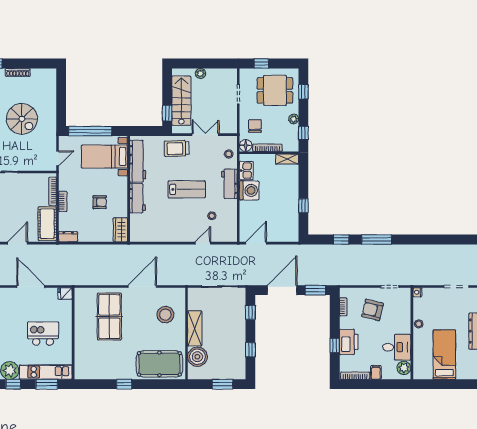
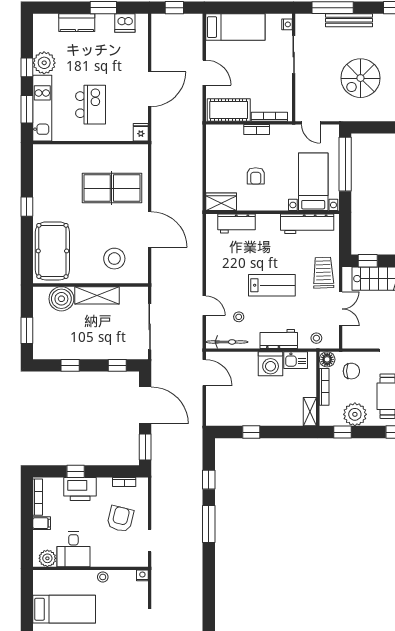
plant: (294, 119) -> (355, 414), width x1.88, depth x1.88
lab bench: (187, 189) -> (272, 285), turned -90
workbench: (137, 198) -> (236, 223), moved
bicycle: (232, 225) -> (227, 342), added
dresser: (68, 237) -> (212, 136), removed

